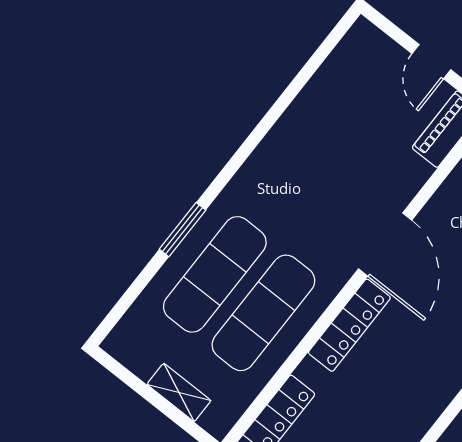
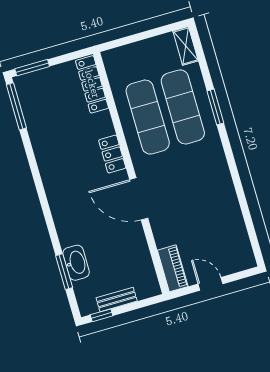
locker: (349, 325) -> (112, 154), width x0.66
shelving: (179, 392) -> (186, 46), moved, turned 90

